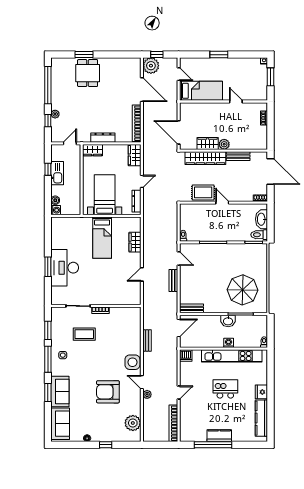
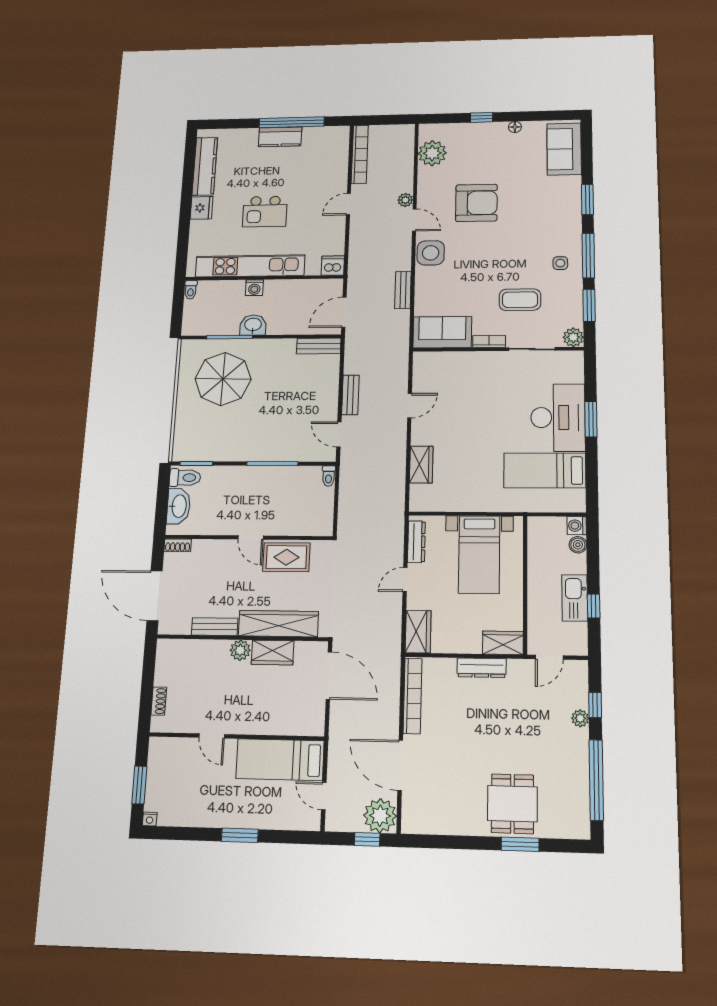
bed: (102, 238) -> (545, 470), moved, turned -90
plant: (56, 312) -> (573, 337), added
sofa: (60, 392) -> (442, 332), moved, turned 90

